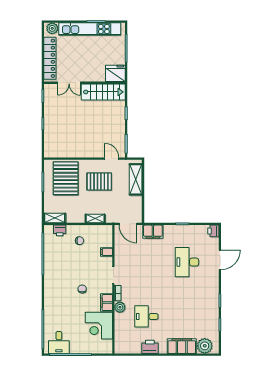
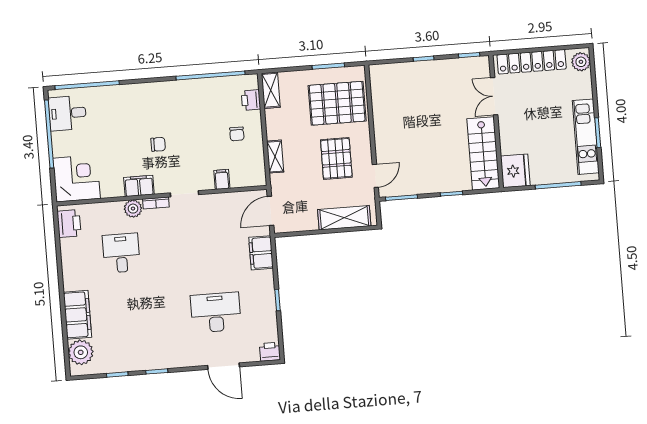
kitchen unit: (90, 29) -> (586, 137), width x0.73
corner desk: (99, 326) -> (77, 178), moved, turned 90
printer: (150, 347) -> (69, 224), moved

